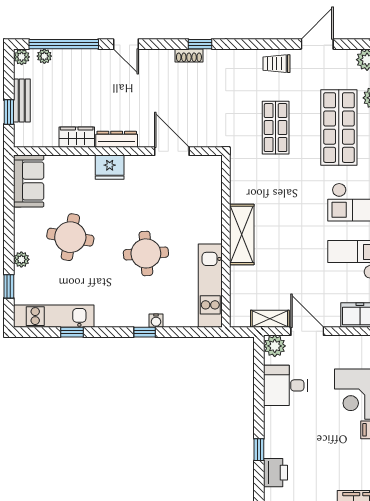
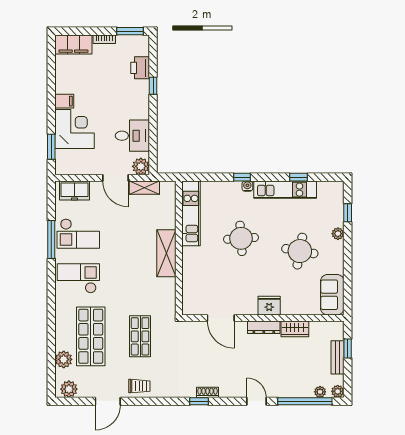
kitchen unit: (54, 316) -> (285, 190), moved
water cooler: (156, 321) -> (247, 186), moved

